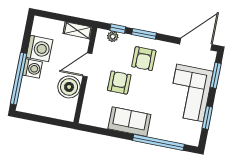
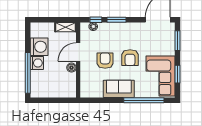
armchair: (144, 59) -> (130, 58), moved
boiler: (69, 87) -> (71, 68), width x0.54, depth x0.54
corner sofa: (190, 93) -> (161, 76), moved

